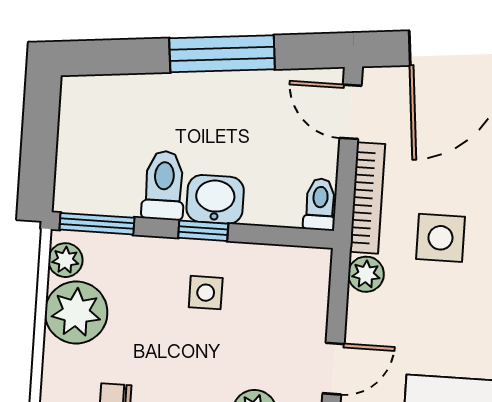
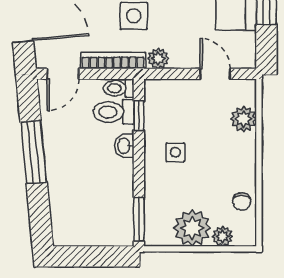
toilet: (164, 185) -> (114, 112), moved
washbasin: (215, 199) -> (124, 146), width x0.72, depth x0.69
window: (203, 231) -> (139, 116), moved
plant: (65, 260) -> (223, 236), moved

